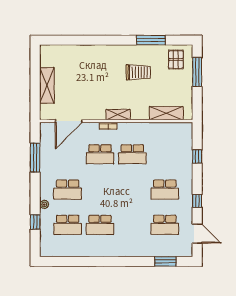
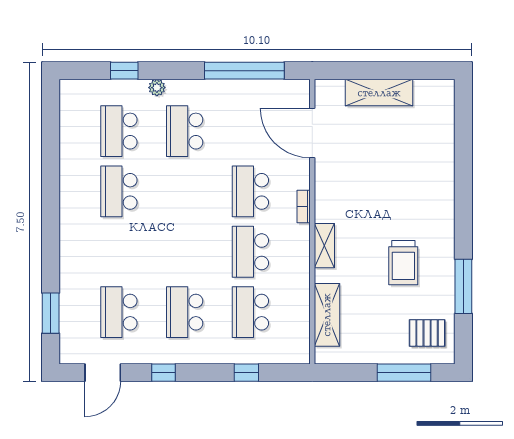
shelving: (118, 115) -> (324, 246), moved
school desk: (165, 154) -> (250, 312), added
window: (35, 158) -> (244, 71), width x1.46

